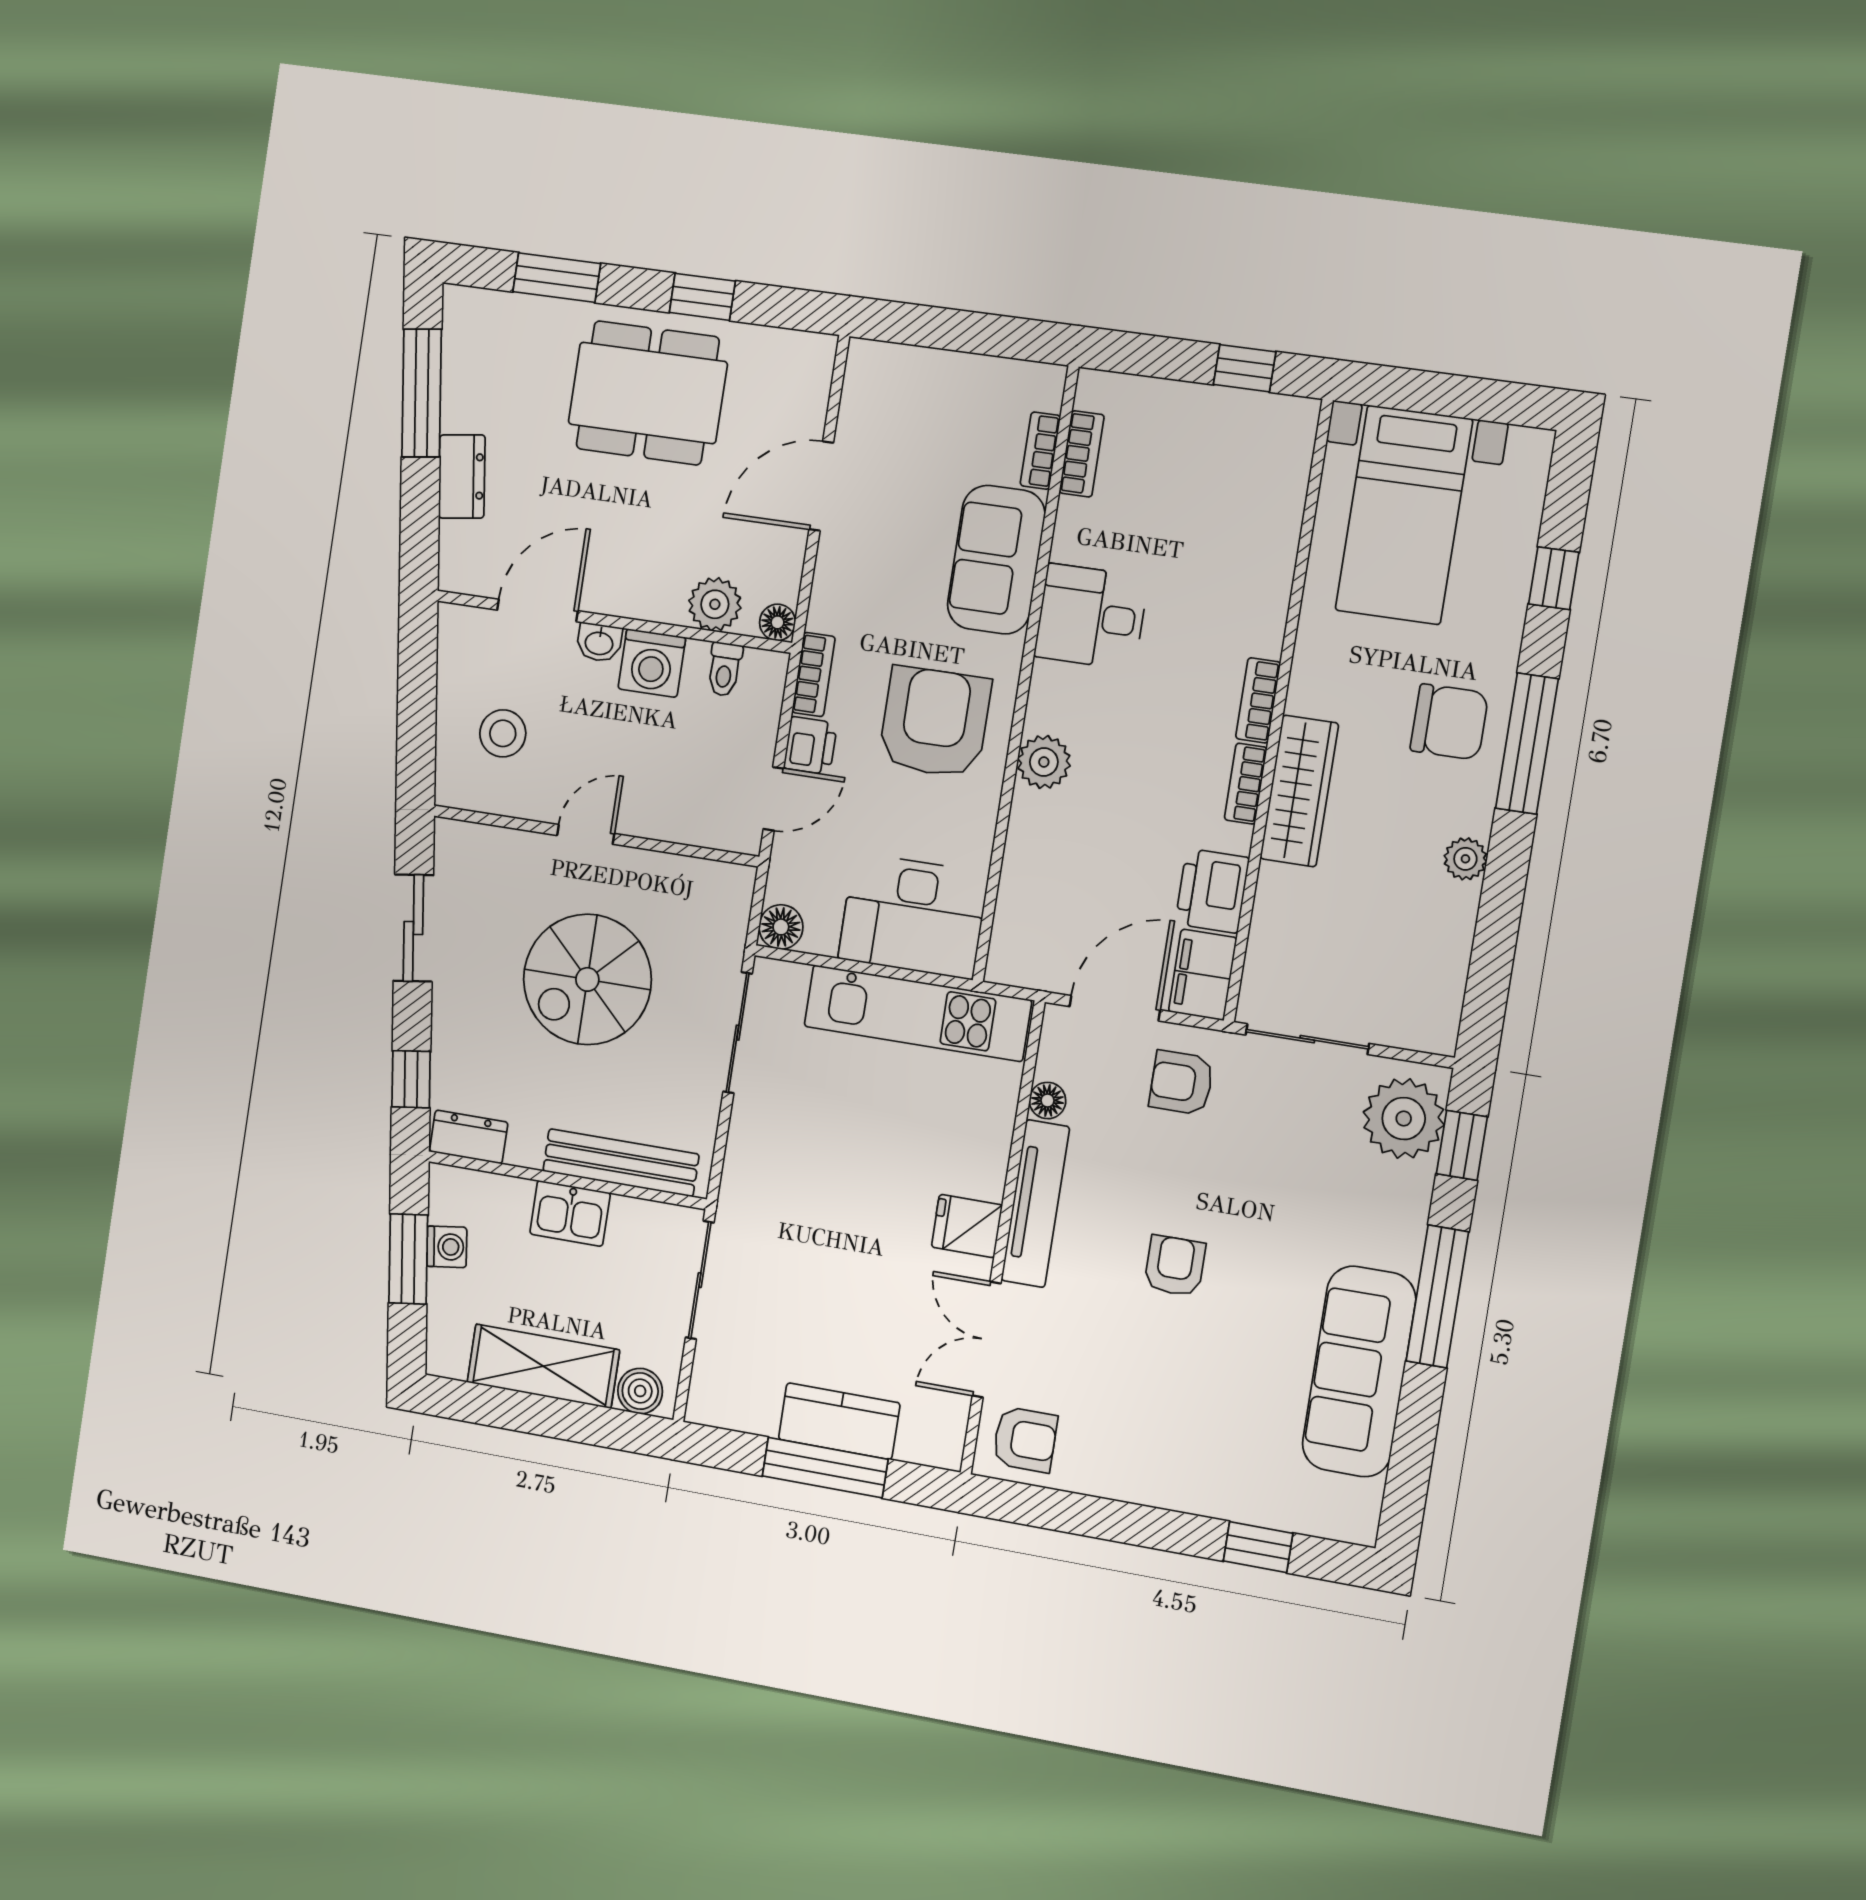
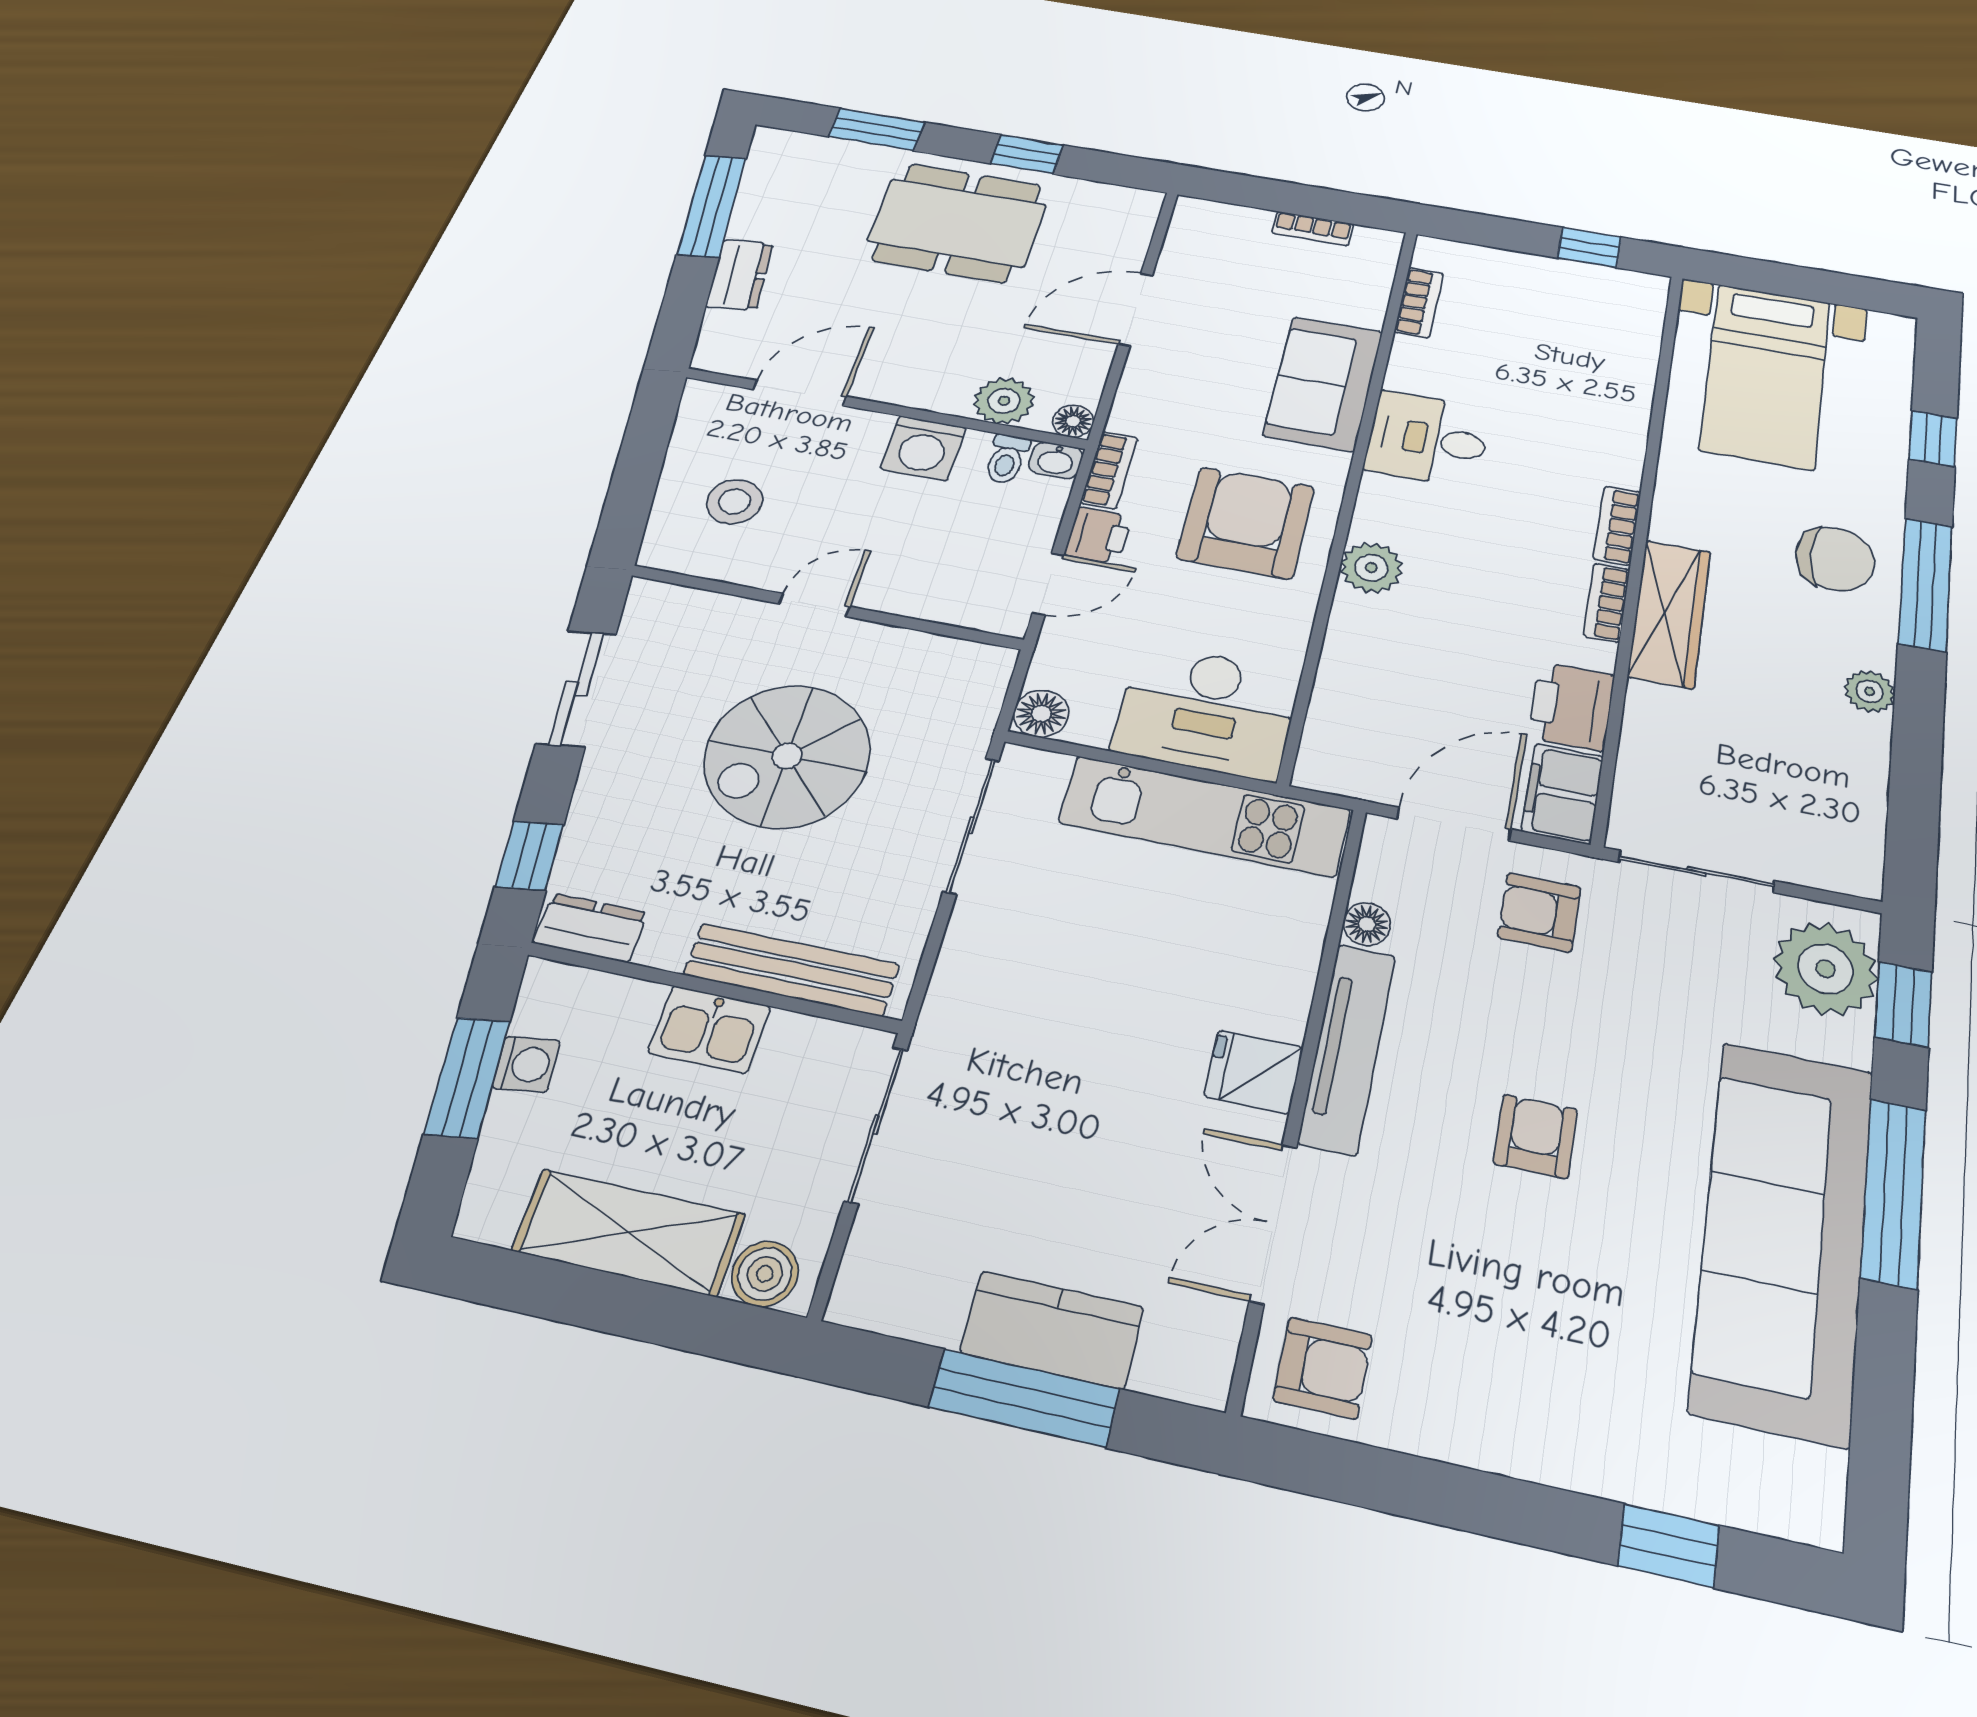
bookcase: (1040, 451) -> (1313, 229), moved, turned -90
washbasin: (599, 642) -> (1056, 460), moved
sofa: (1359, 1371) -> (1784, 1236), width x1.36, depth x1.27

